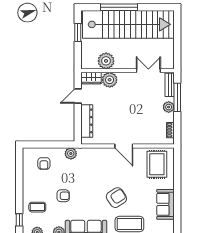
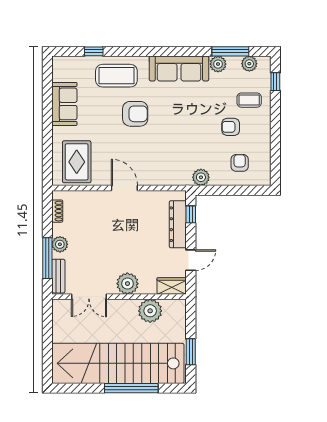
plant: (110, 80) -> (127, 284), moved
window: (78, 128) -> (191, 214), added
armchair: (63, 196) -> (231, 127), moved
armchair: (116, 198) -> (135, 114), turned -147

